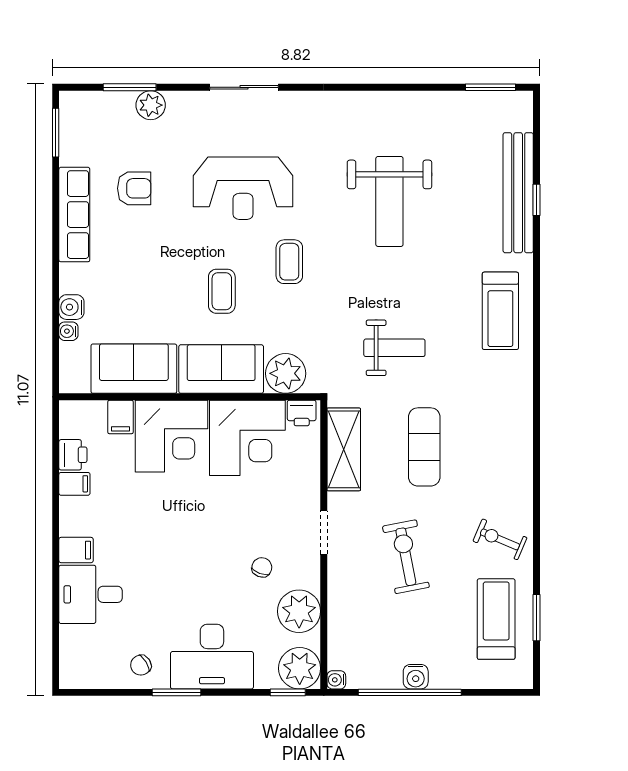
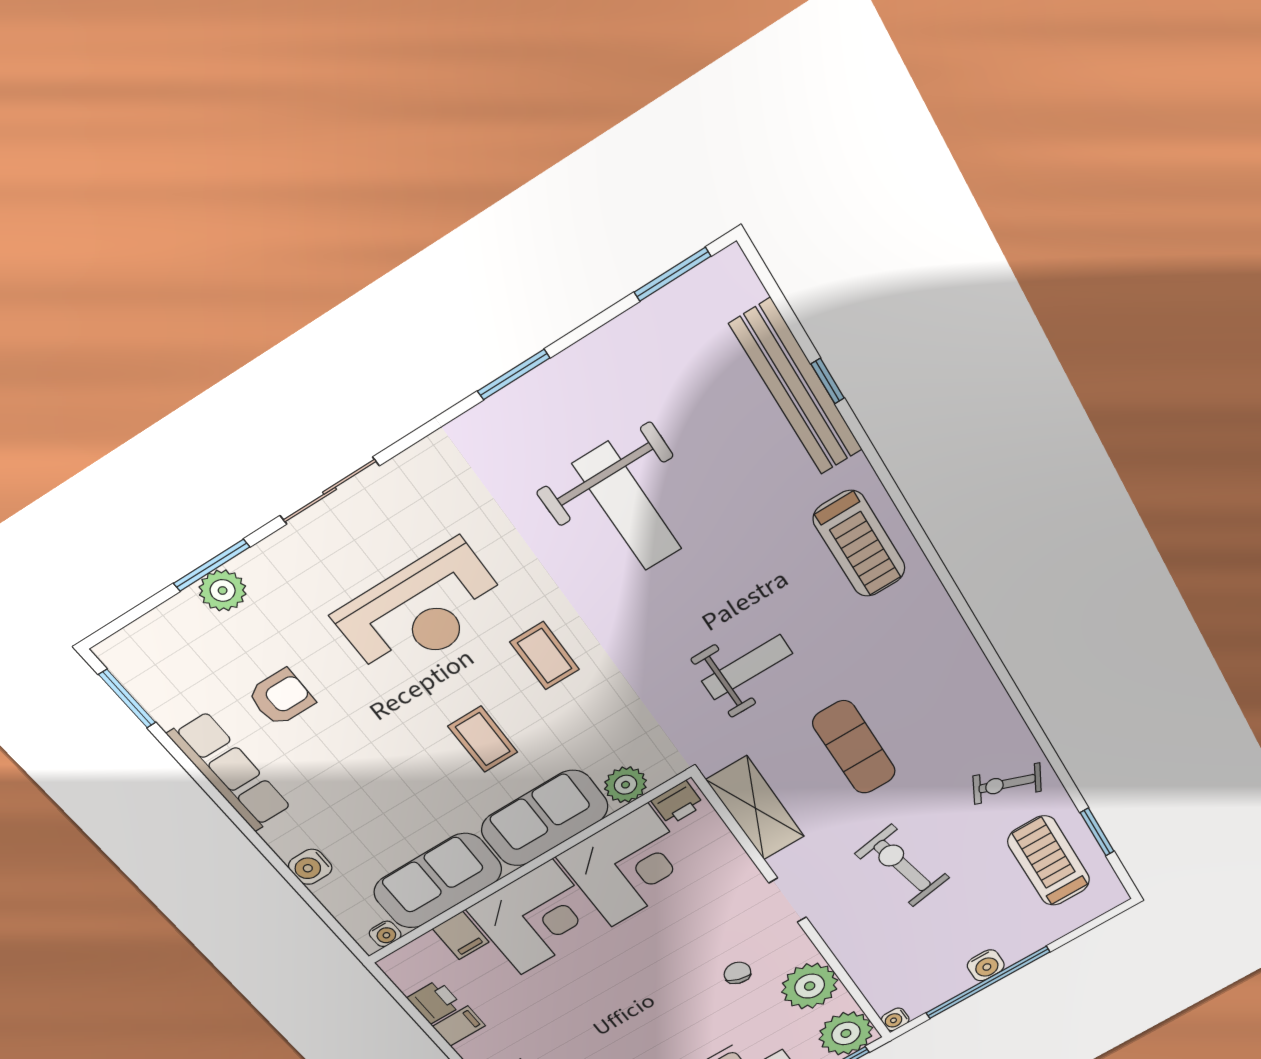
window: (130, 87) -> (212, 565), moved
window: (378, 87) -> (514, 374), added
water cooler: (68, 331) -> (385, 934), moved, turned -90
plant: (286, 373) -> (626, 785), width x0.73, depth x0.73

